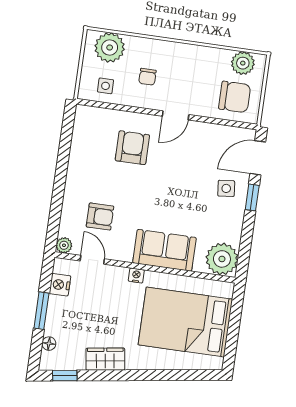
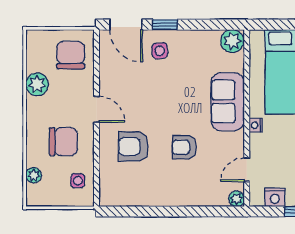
plant: (110, 48) -> (34, 175), width x0.53, depth x0.53
plant: (243, 63) -> (37, 84), moved
chair: (147, 77) -> (63, 142), width x1.87, depth x1.87
armchair: (100, 217) -> (184, 147), moved, turned -90
plant: (222, 259) -> (232, 41), width x0.73, depth x0.73

